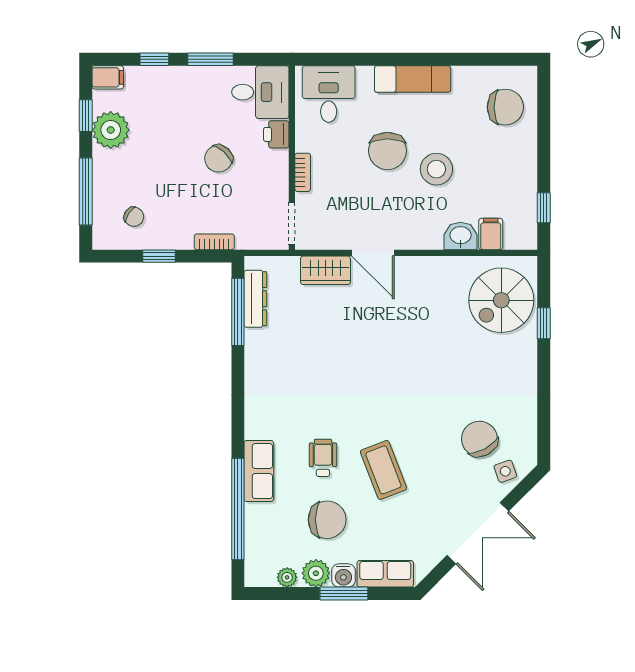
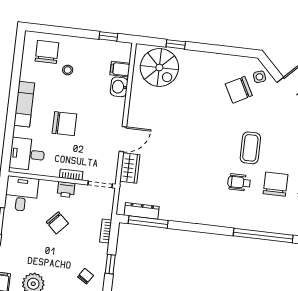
printer: (276, 134) -> (66, 190), moved
stool: (436, 169) -> (68, 70), moved, width x0.53, depth x0.53
coffee table: (383, 470) -> (250, 148), turned -69
row of seats: (259, 471) -> (242, 221), removed

